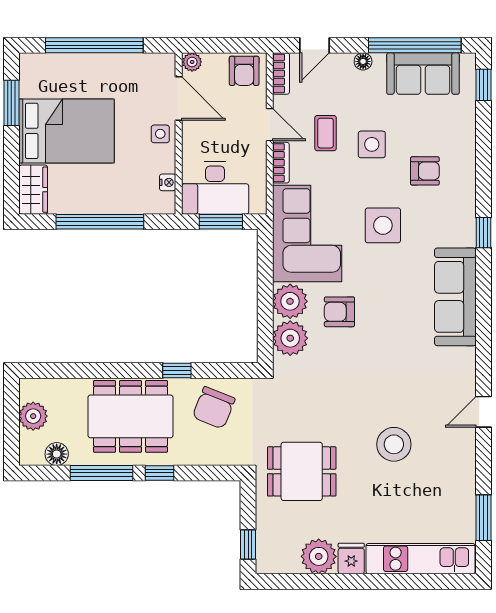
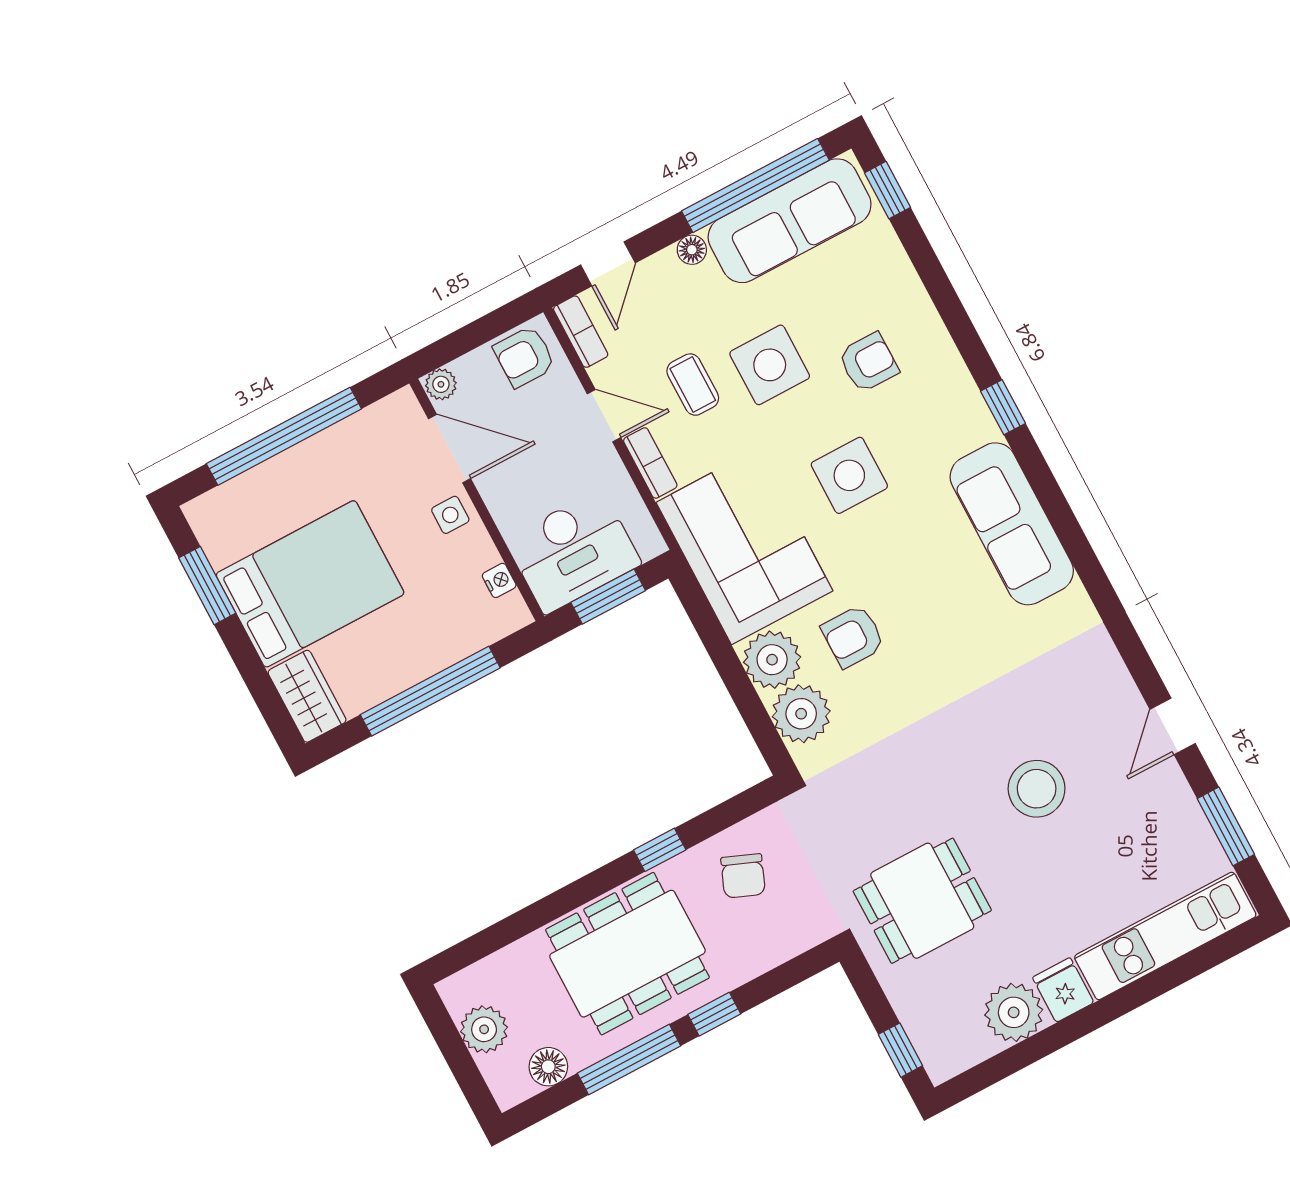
armchair: (244, 71) -> (524, 357), turned 90
sofa: (423, 74) -> (790, 221), width x1.36
side table: (372, 144) -> (770, 365), width x1.37, depth x1.37
chair: (214, 408) -> (743, 876), width x0.73, depth x0.73
door: (484, 412) -> (1173, 726), moved

